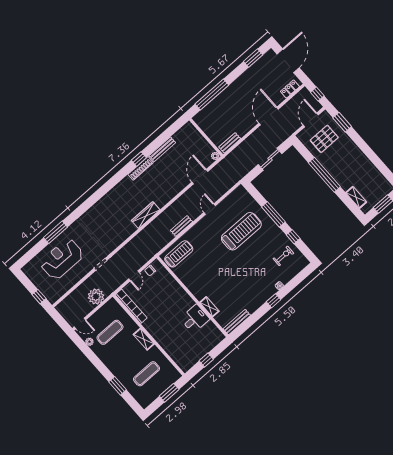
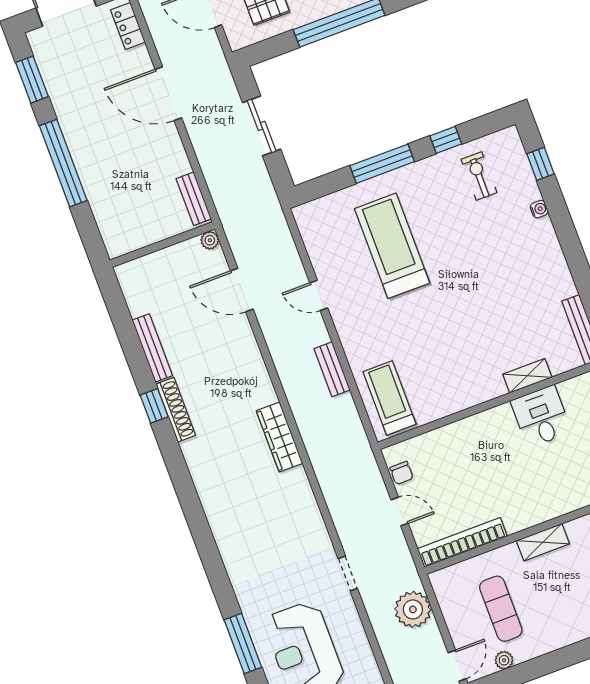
window: (212, 94) -> (63, 163), moved
window: (274, 301) -> (540, 164), moved

